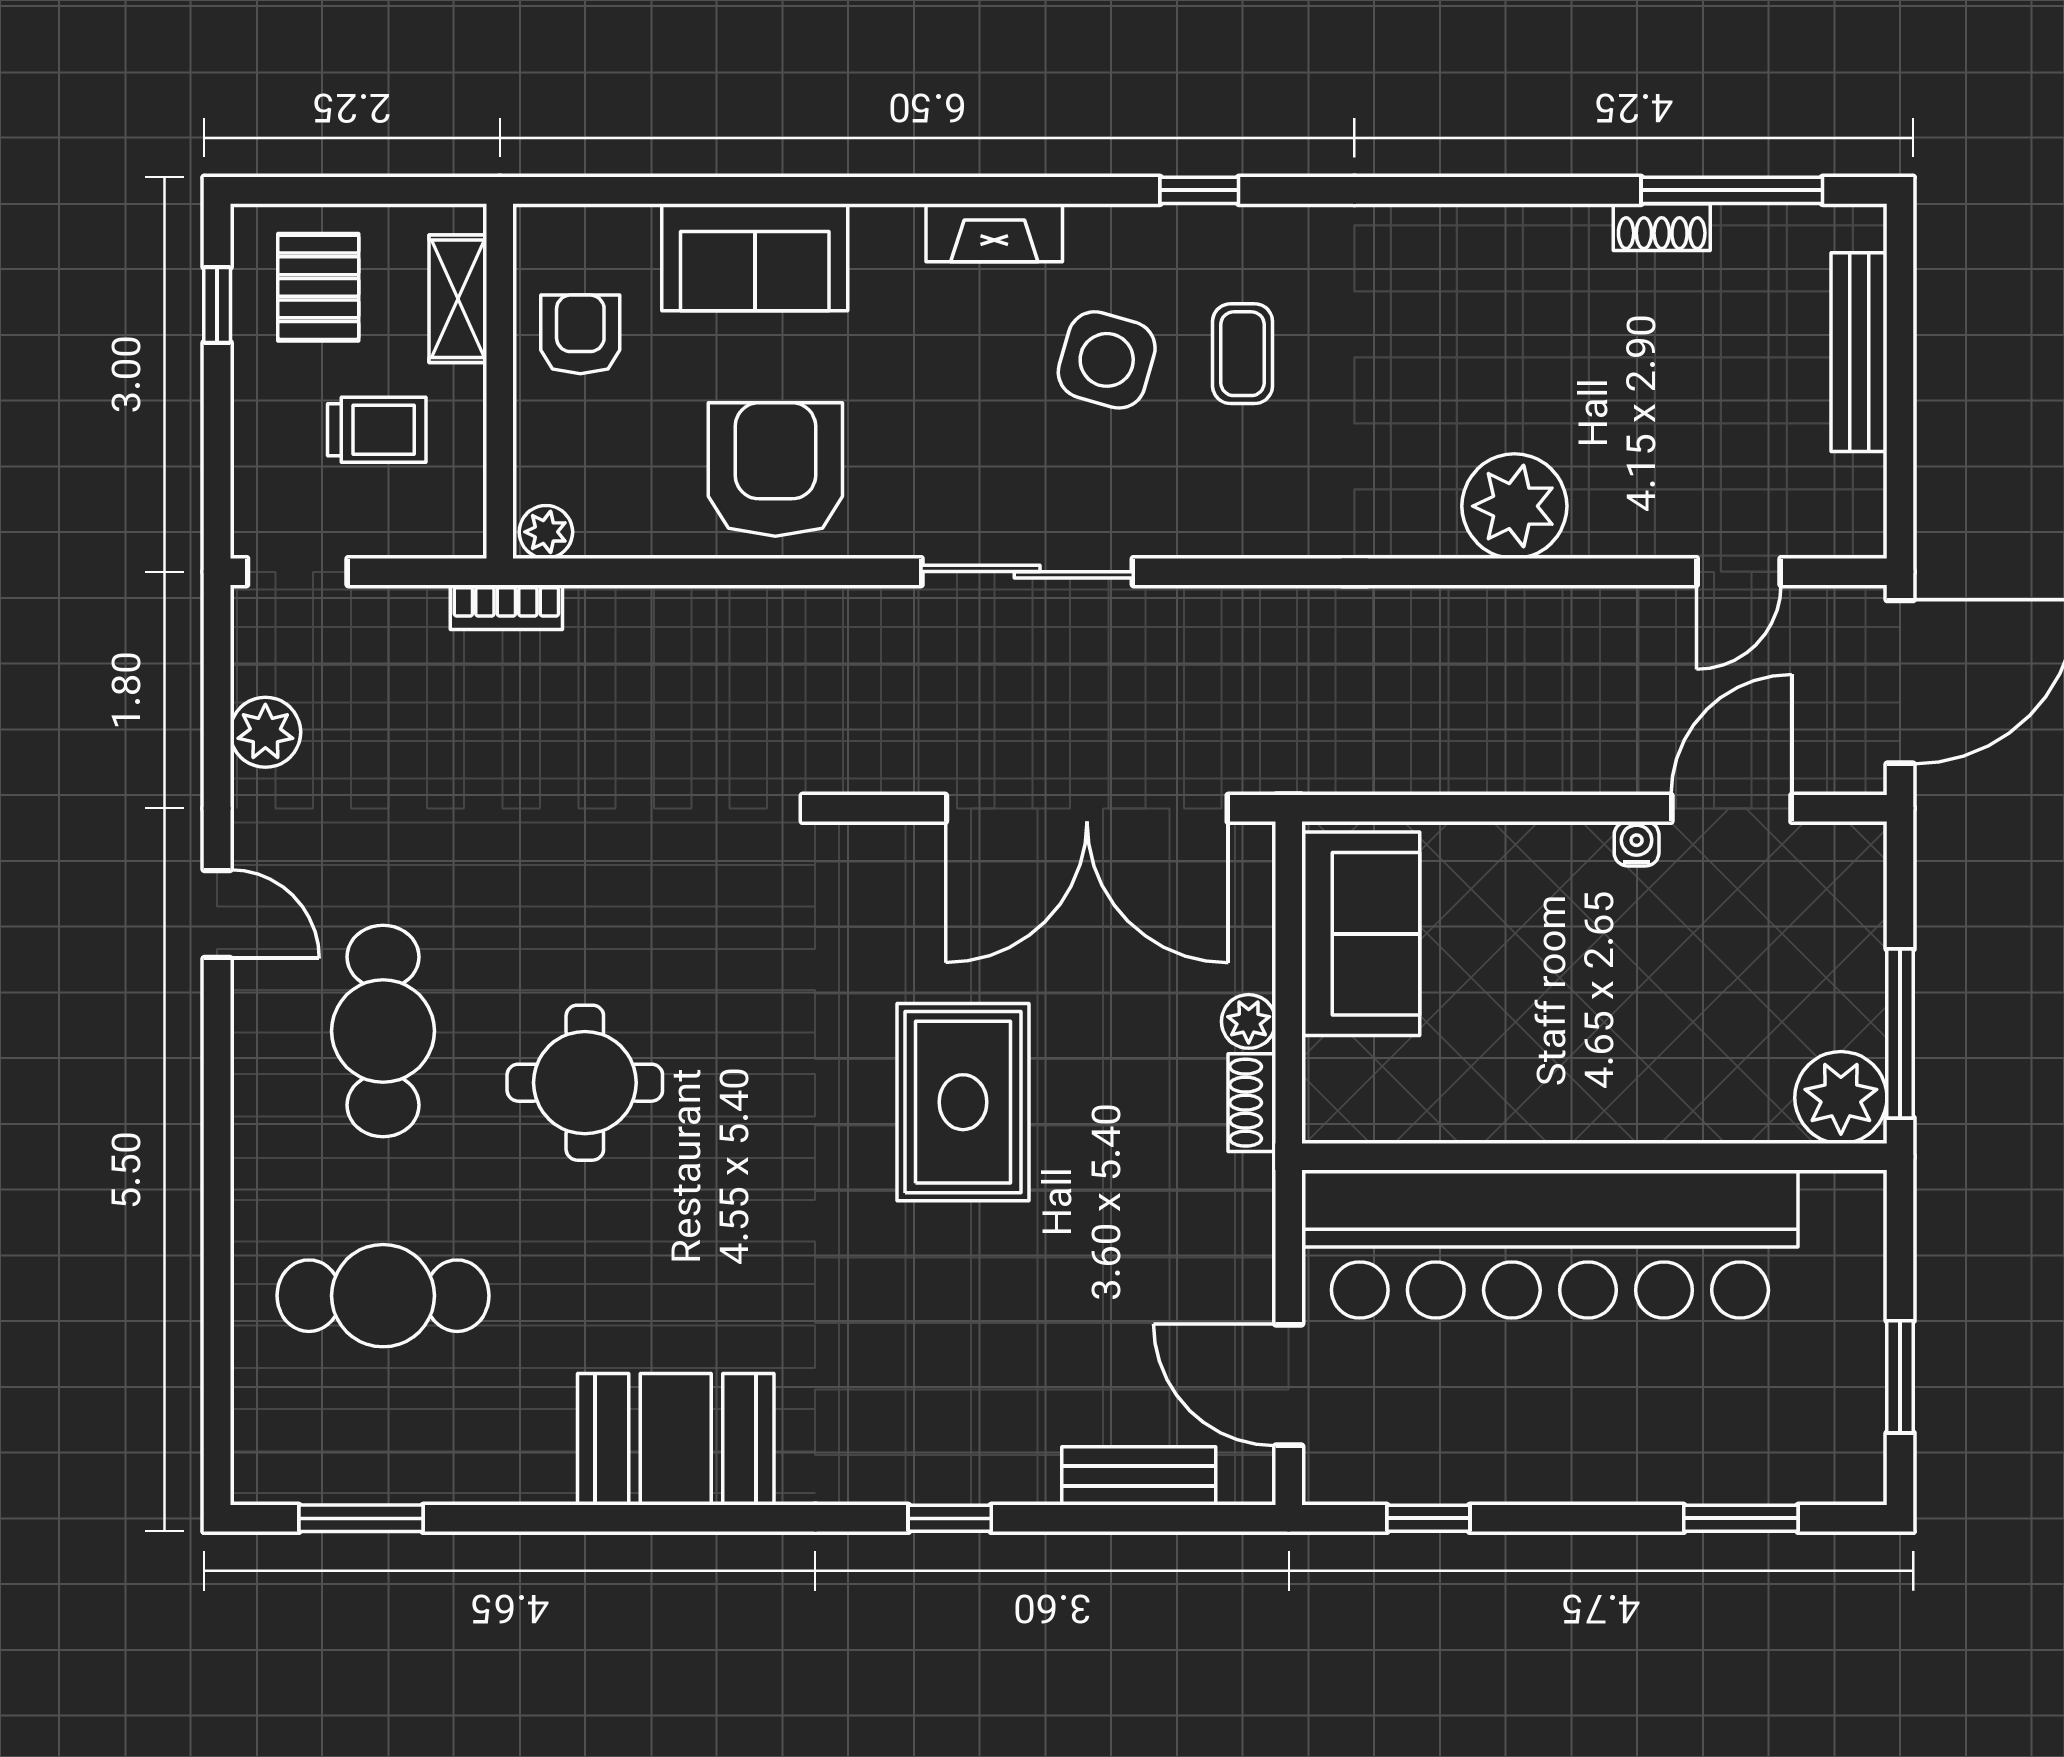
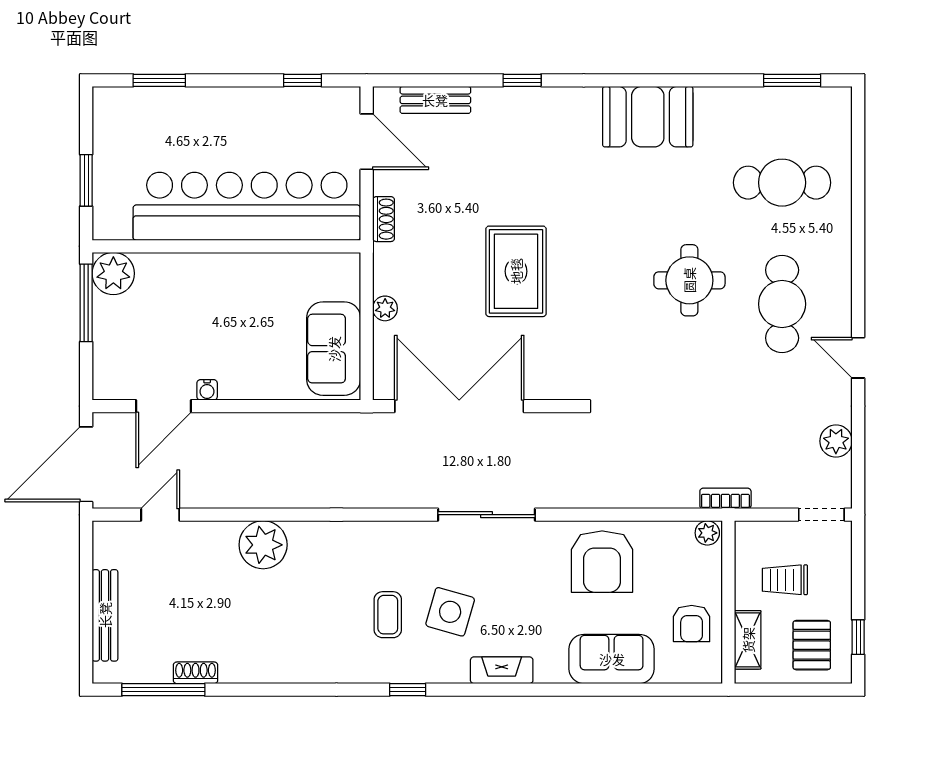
shoe rack: (1252, 1103) -> (384, 219), moved
window: (1900, 1377) -> (86, 180), moved

